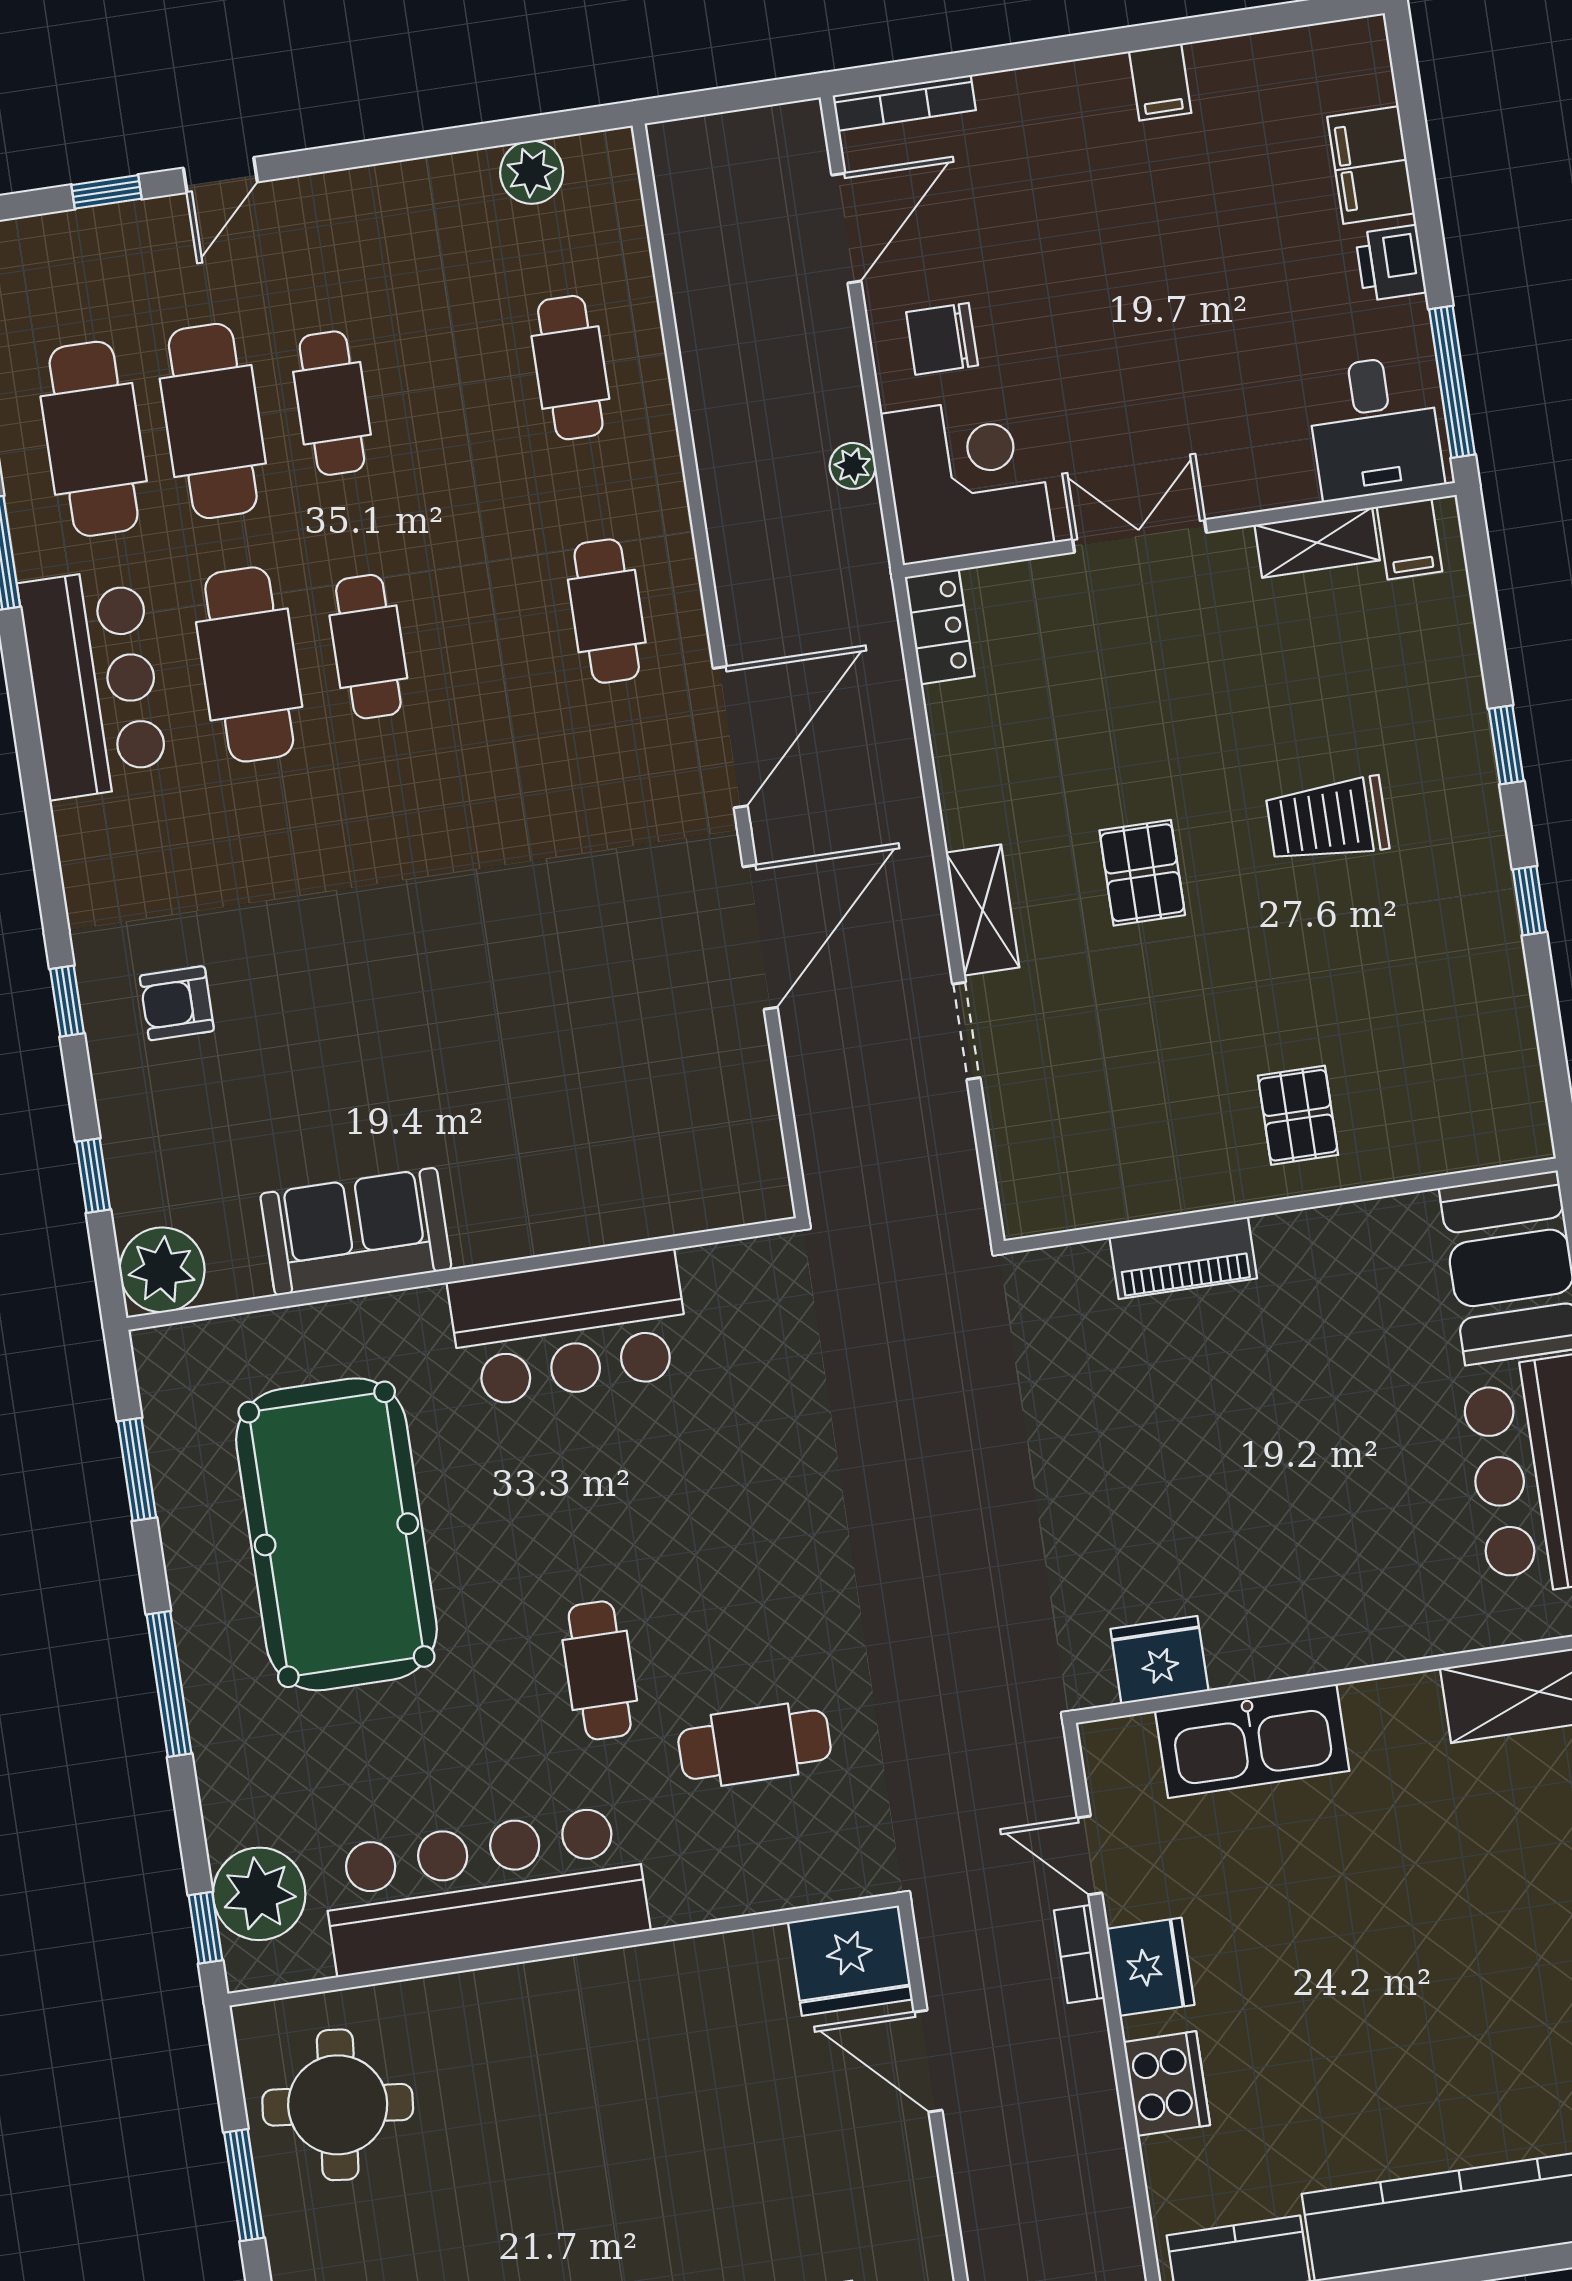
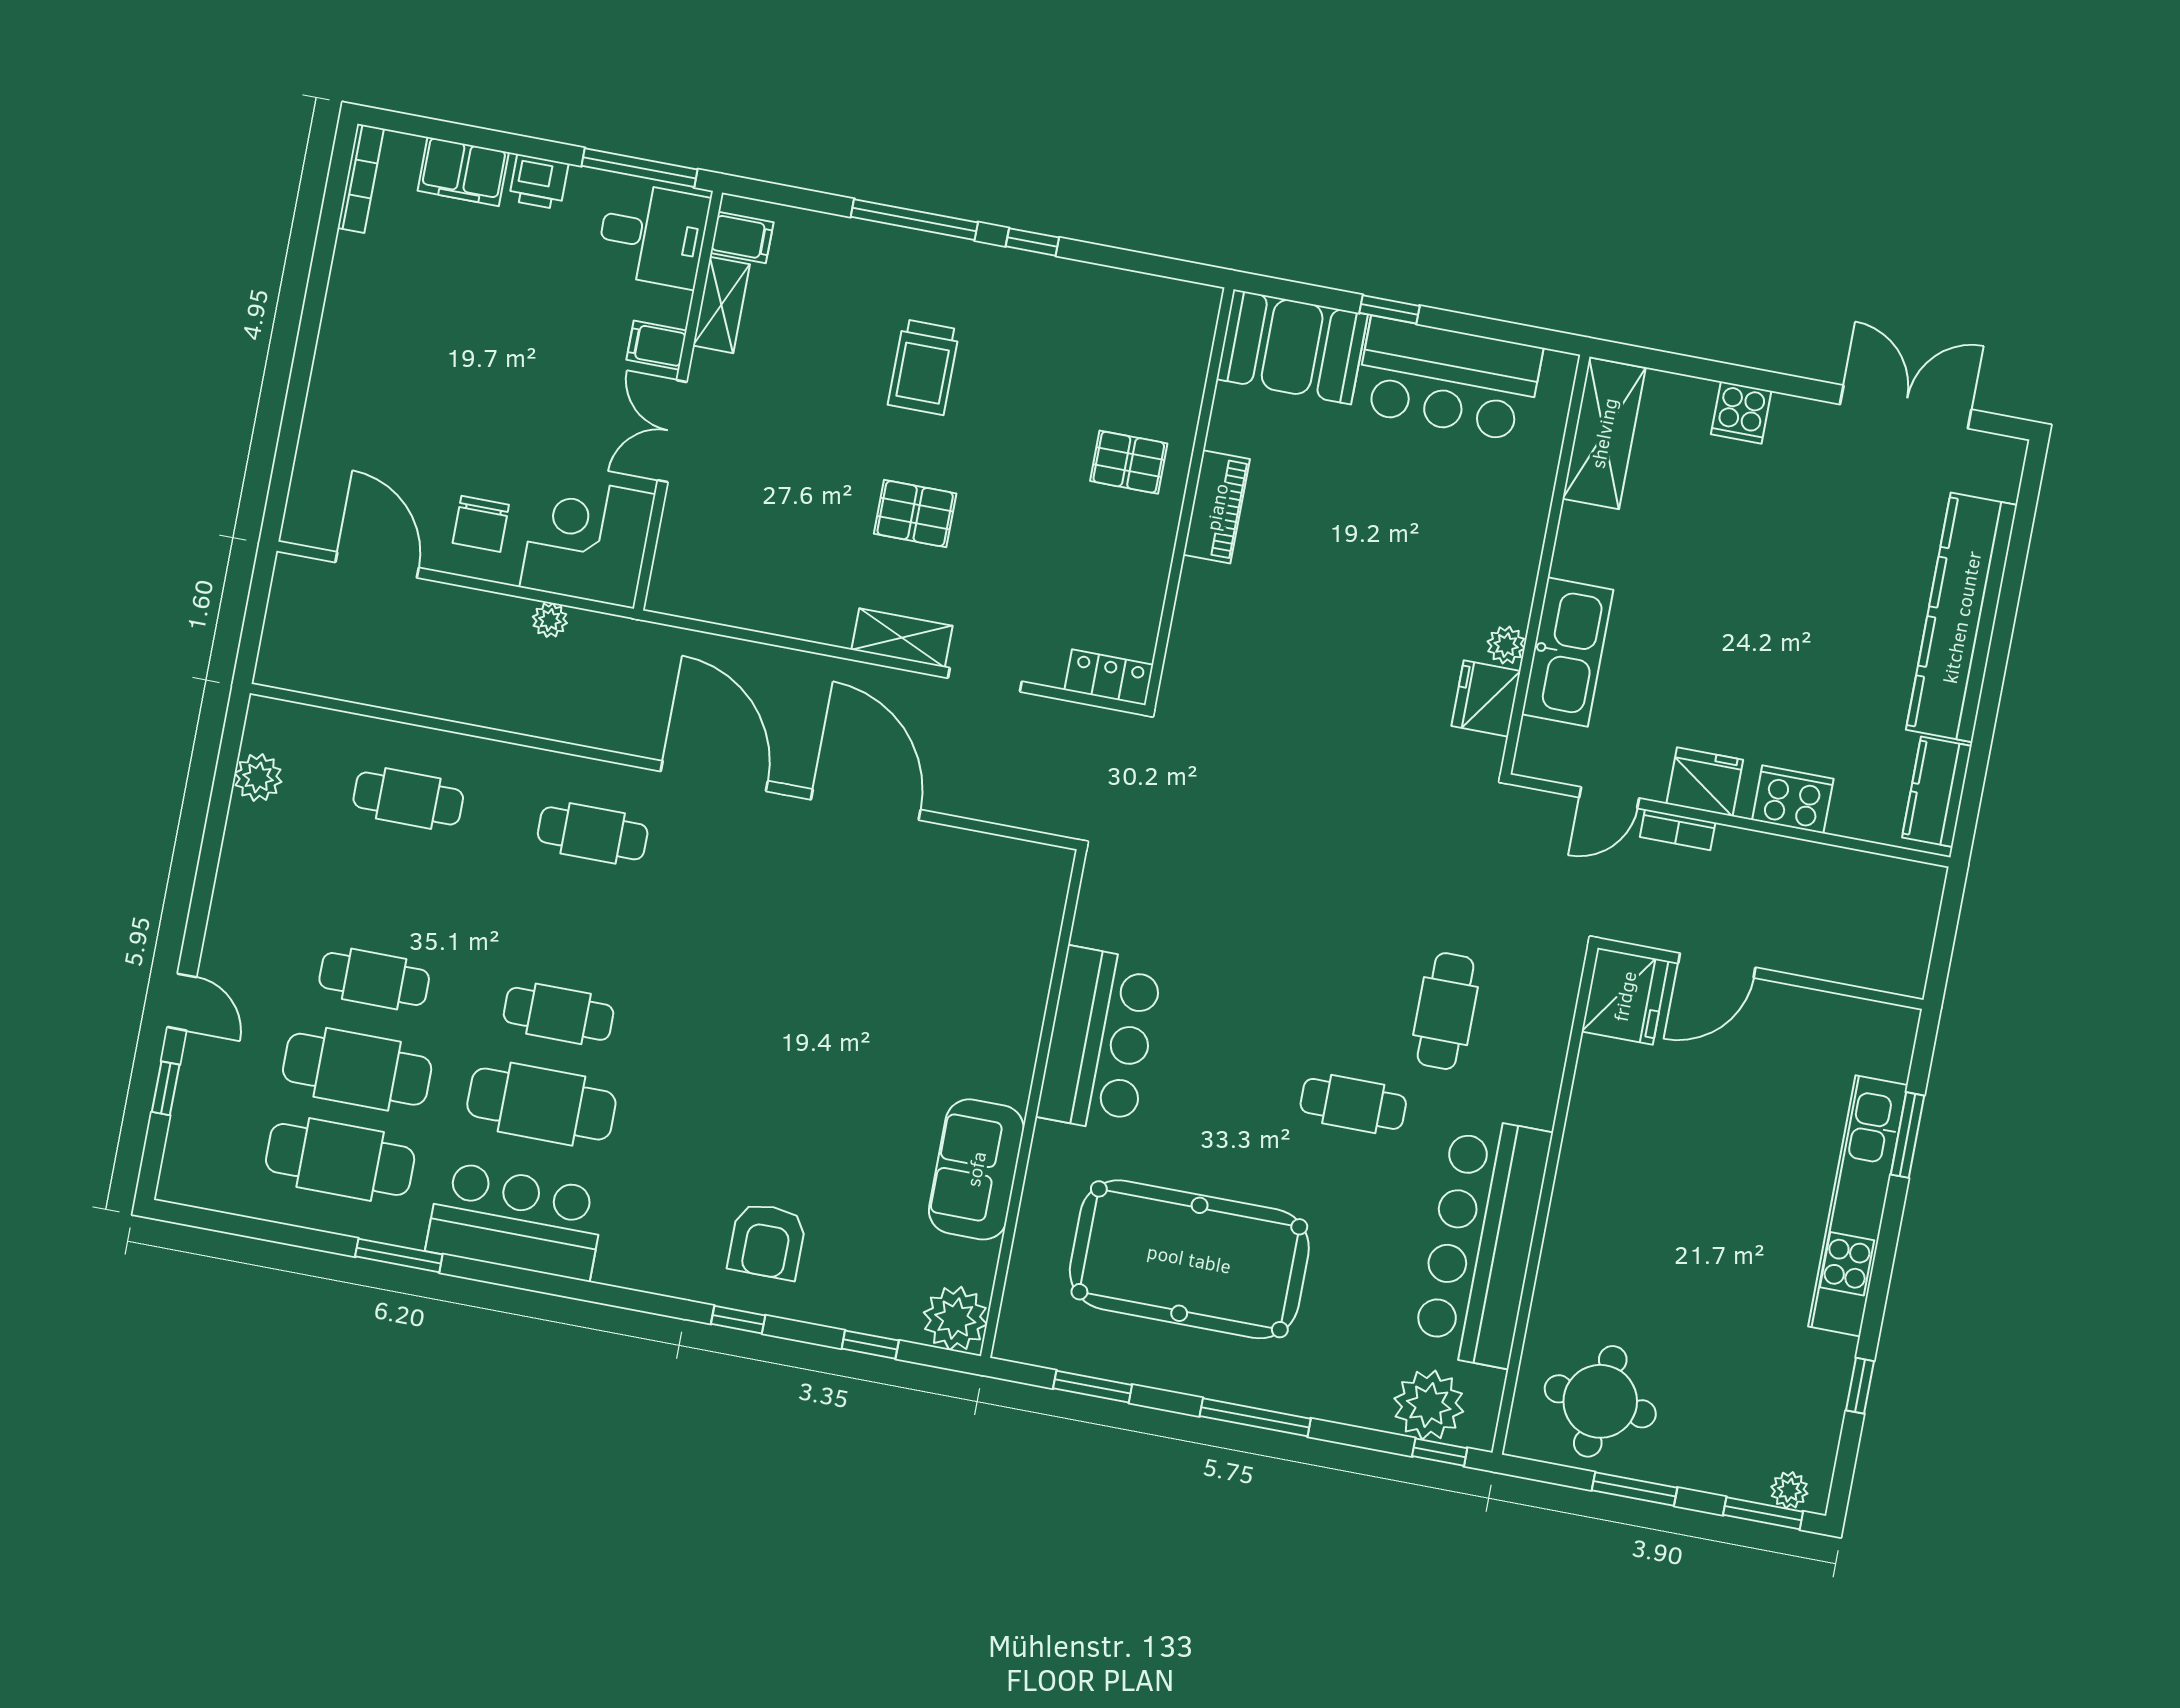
filing cabinet: (1160, 82) -> (657, 345), moved, turned 180
bookcase: (904, 103) -> (361, 178), moved
locker: (940, 627) -> (1109, 677), moved
window: (1506, 745) -> (914, 220), width x2.17
armchair: (177, 1003) -> (767, 1241), width x1.38, depth x1.38
piano: (1183, 1258) -> (1217, 507), moved
plant: (1234, 1662) -> (1506, 645), added

